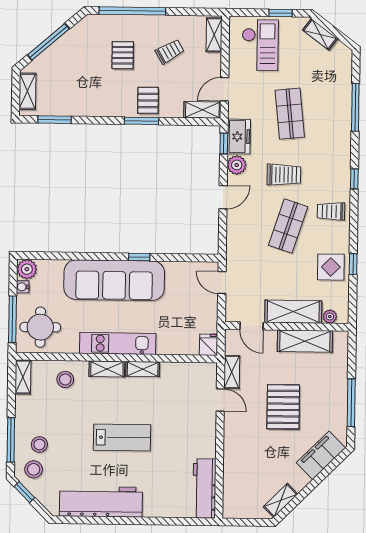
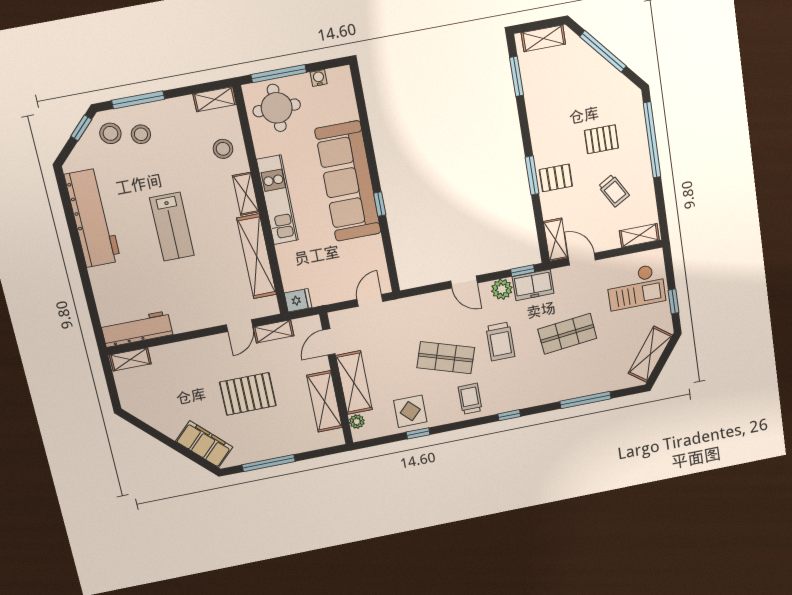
shelving: (320, 34) -> (650, 354), width x1.50, depth x1.33
plant: (27, 269) -> (340, 79), removed
shelving: (143, 369) -> (257, 256), width x2.20, depth x1.33
shelving: (281, 500) -> (130, 359), moved, turned -45

